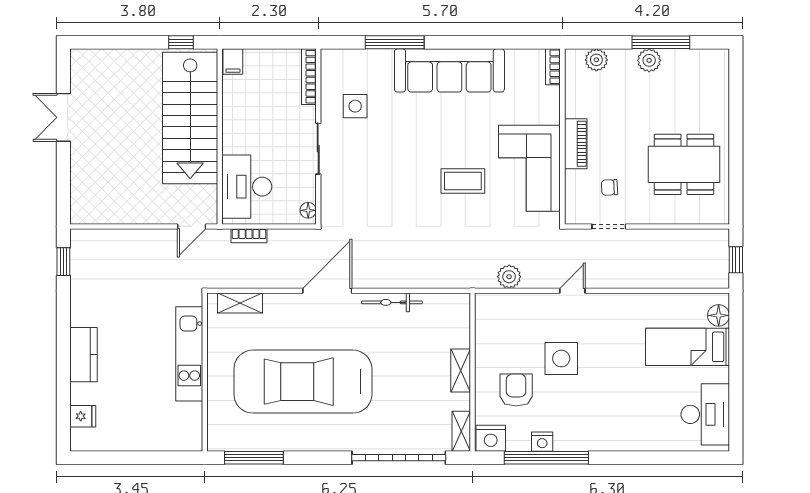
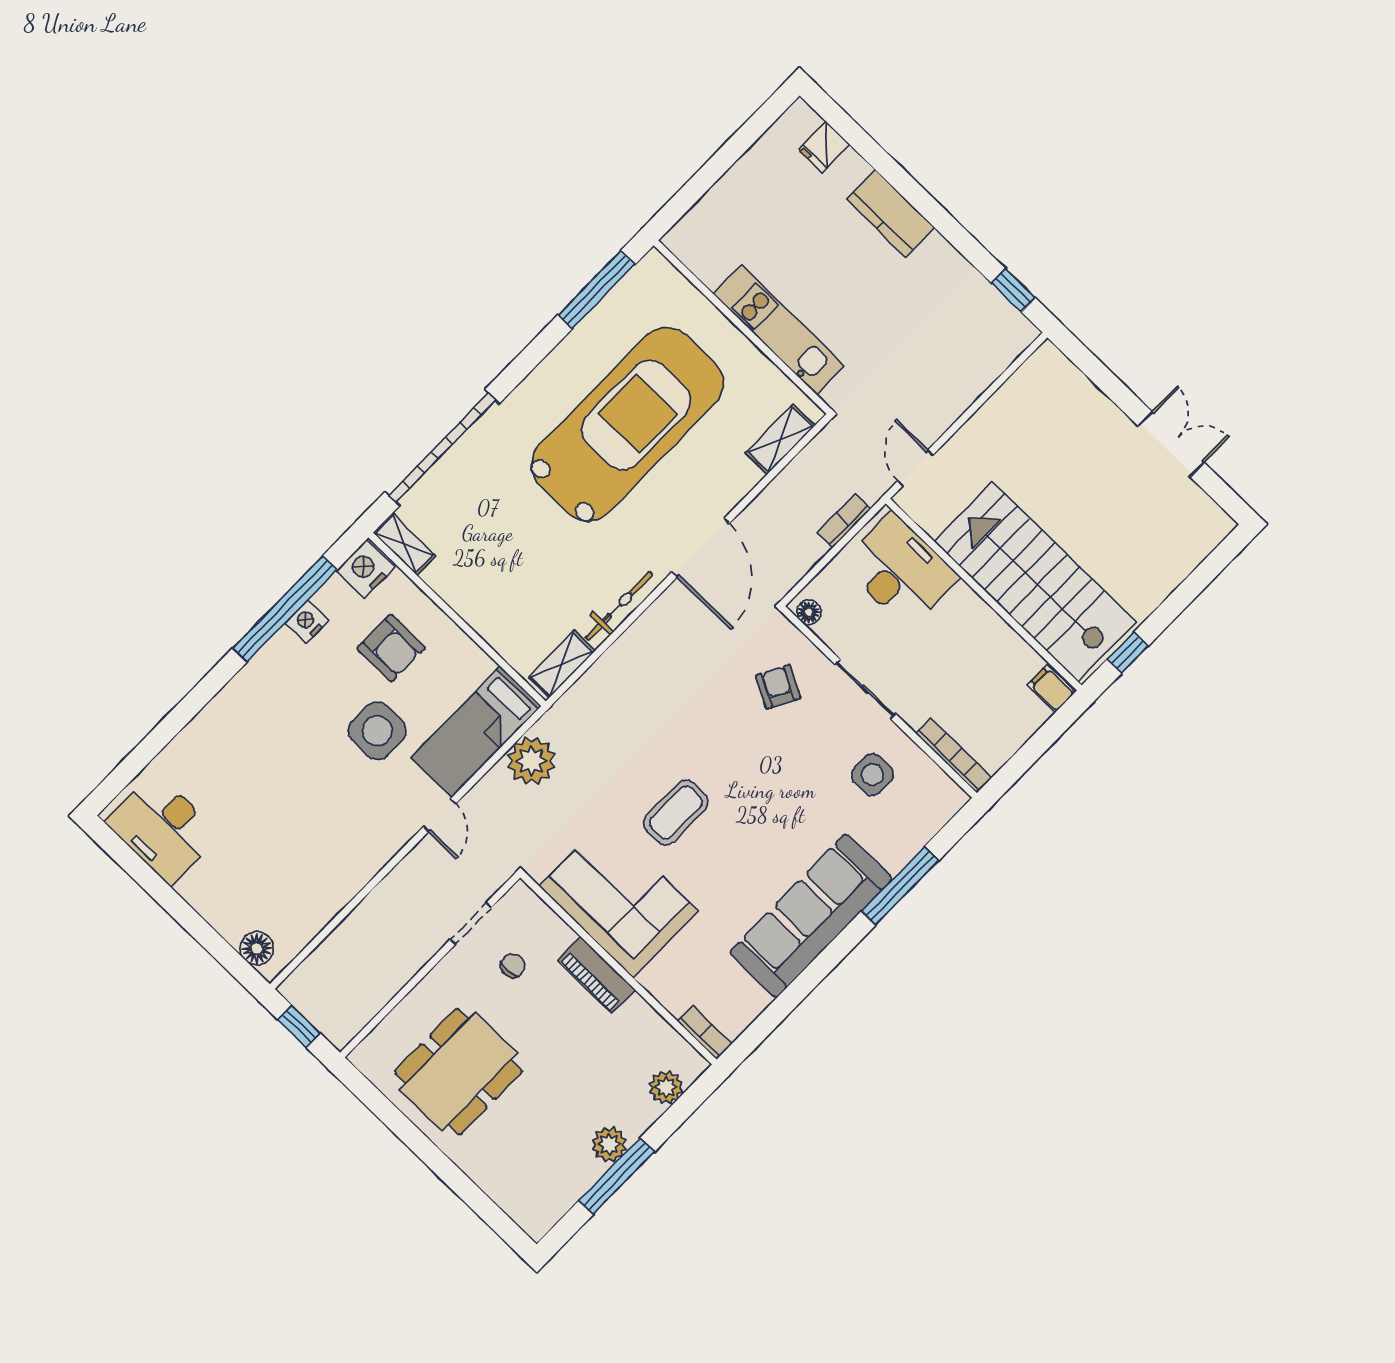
armchair: (357, 191) -> (778, 687), added
plant: (509, 277) -> (532, 761), width x1.36, depth x1.36
bed: (688, 347) -> (476, 732), moved, turned 180
shelving: (461, 370) -> (562, 664), moved, turned 90

